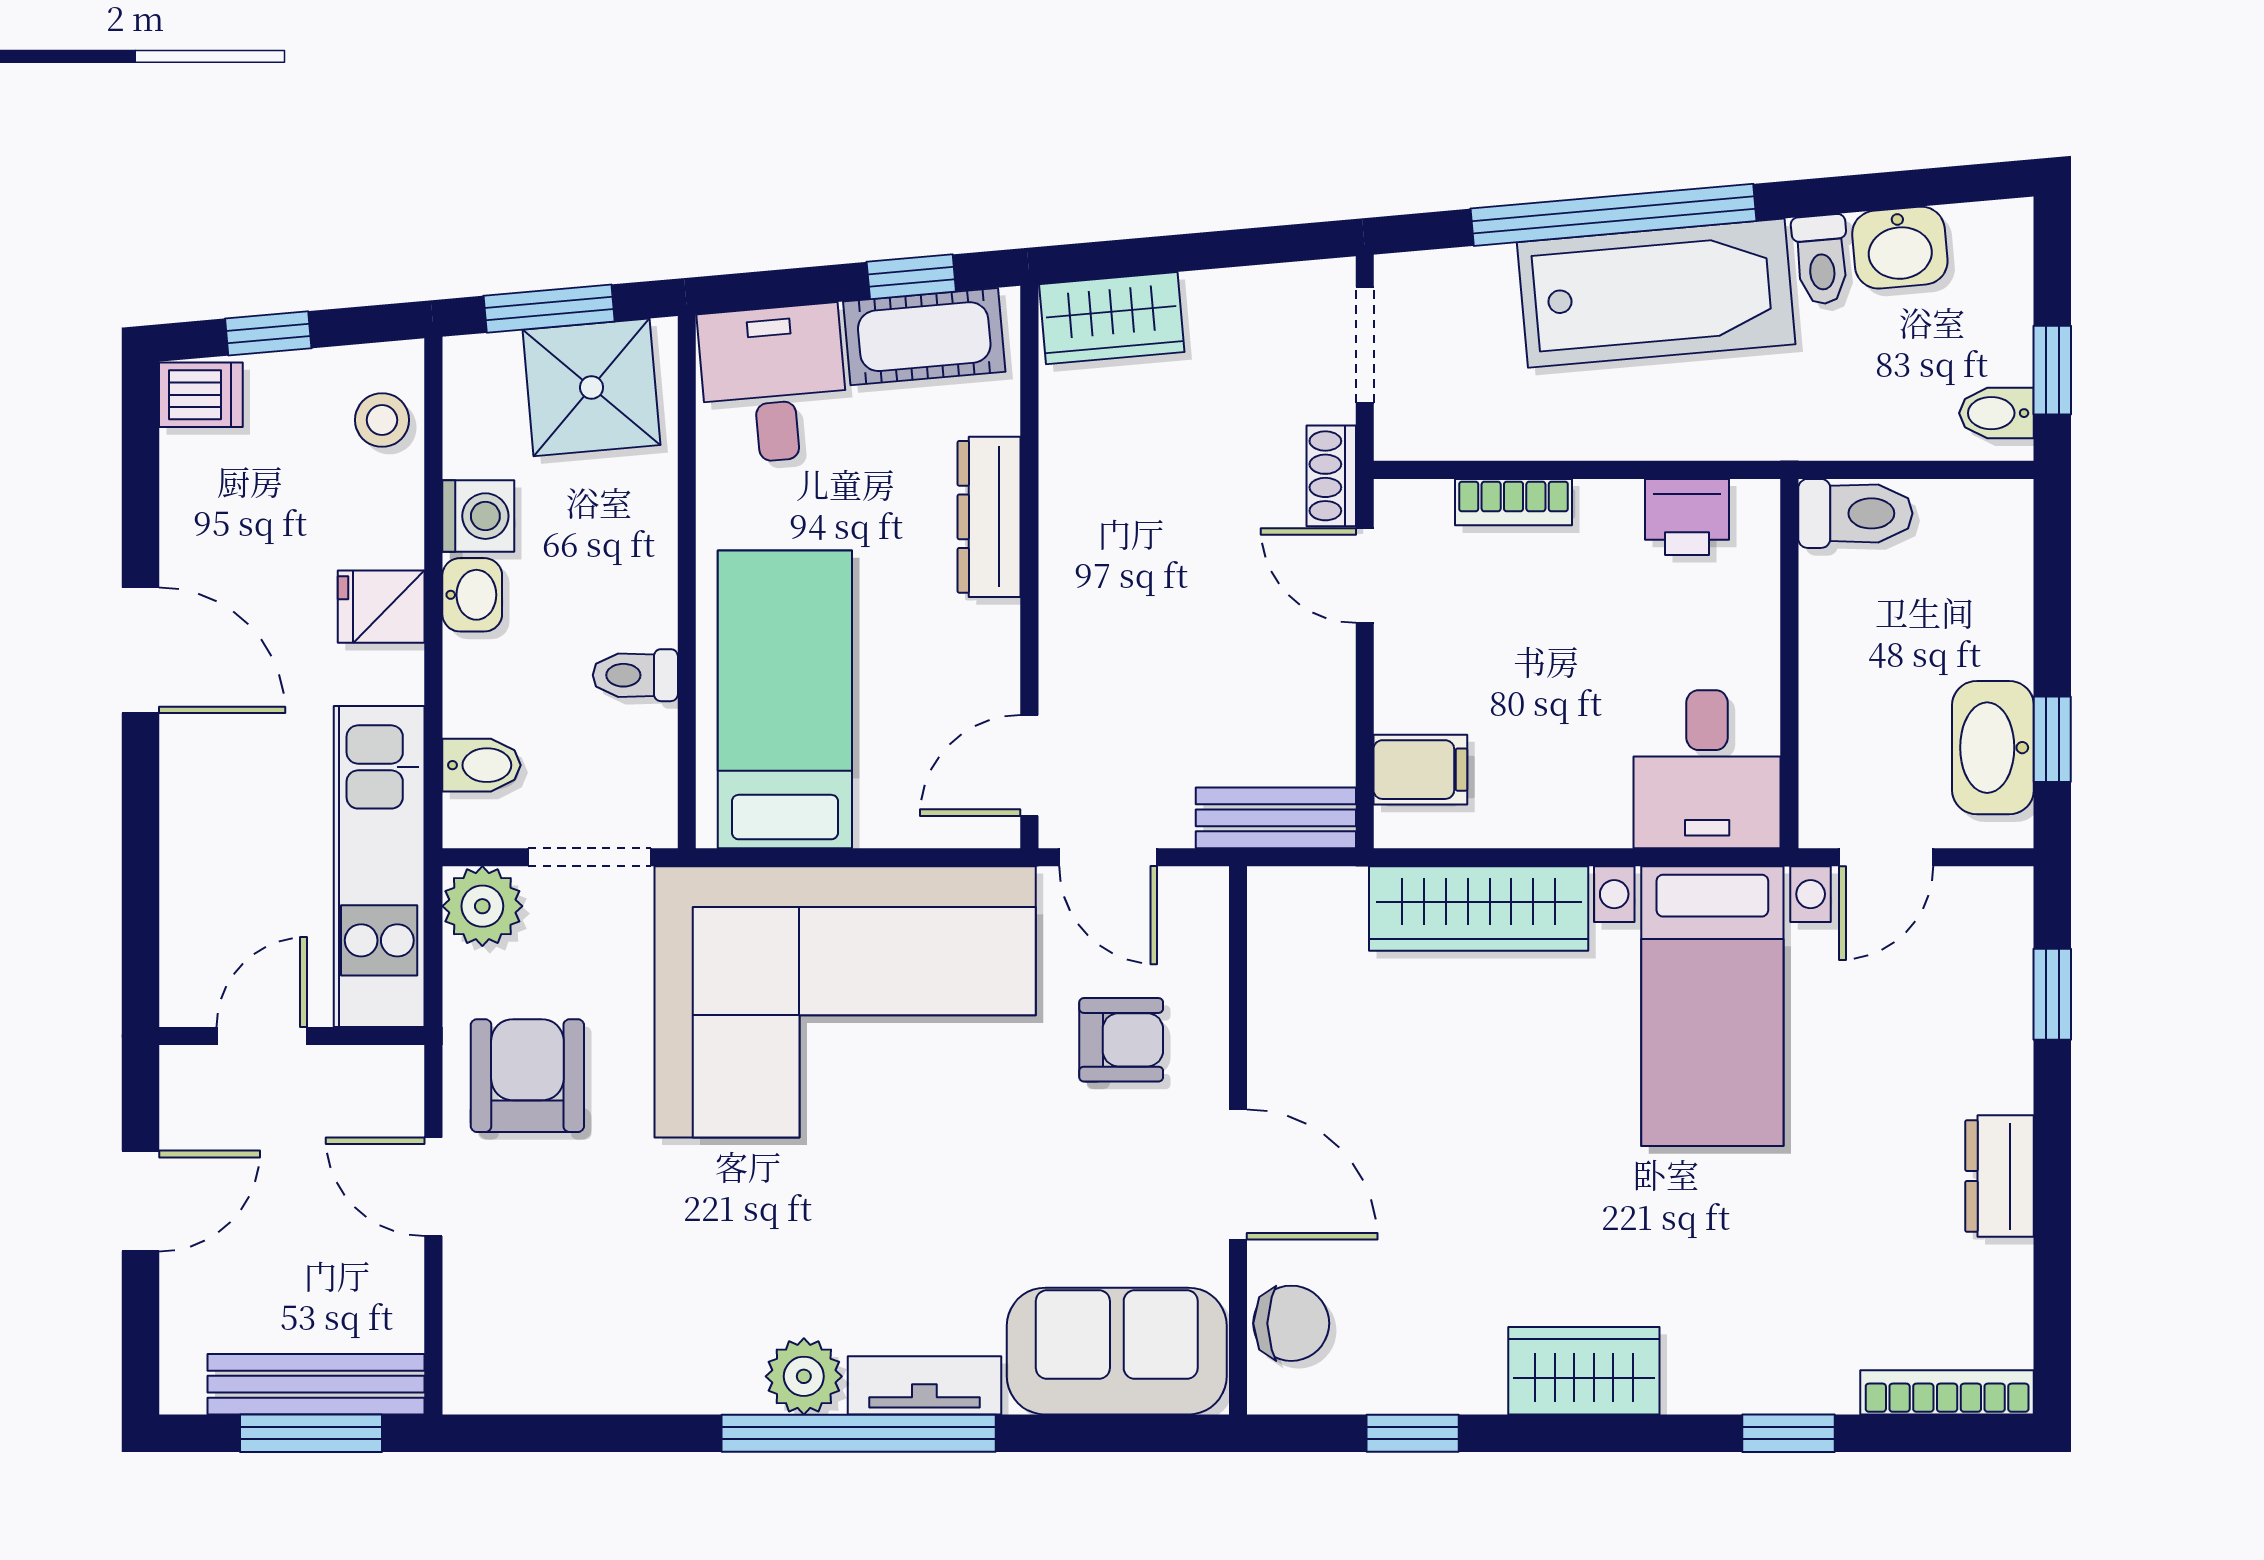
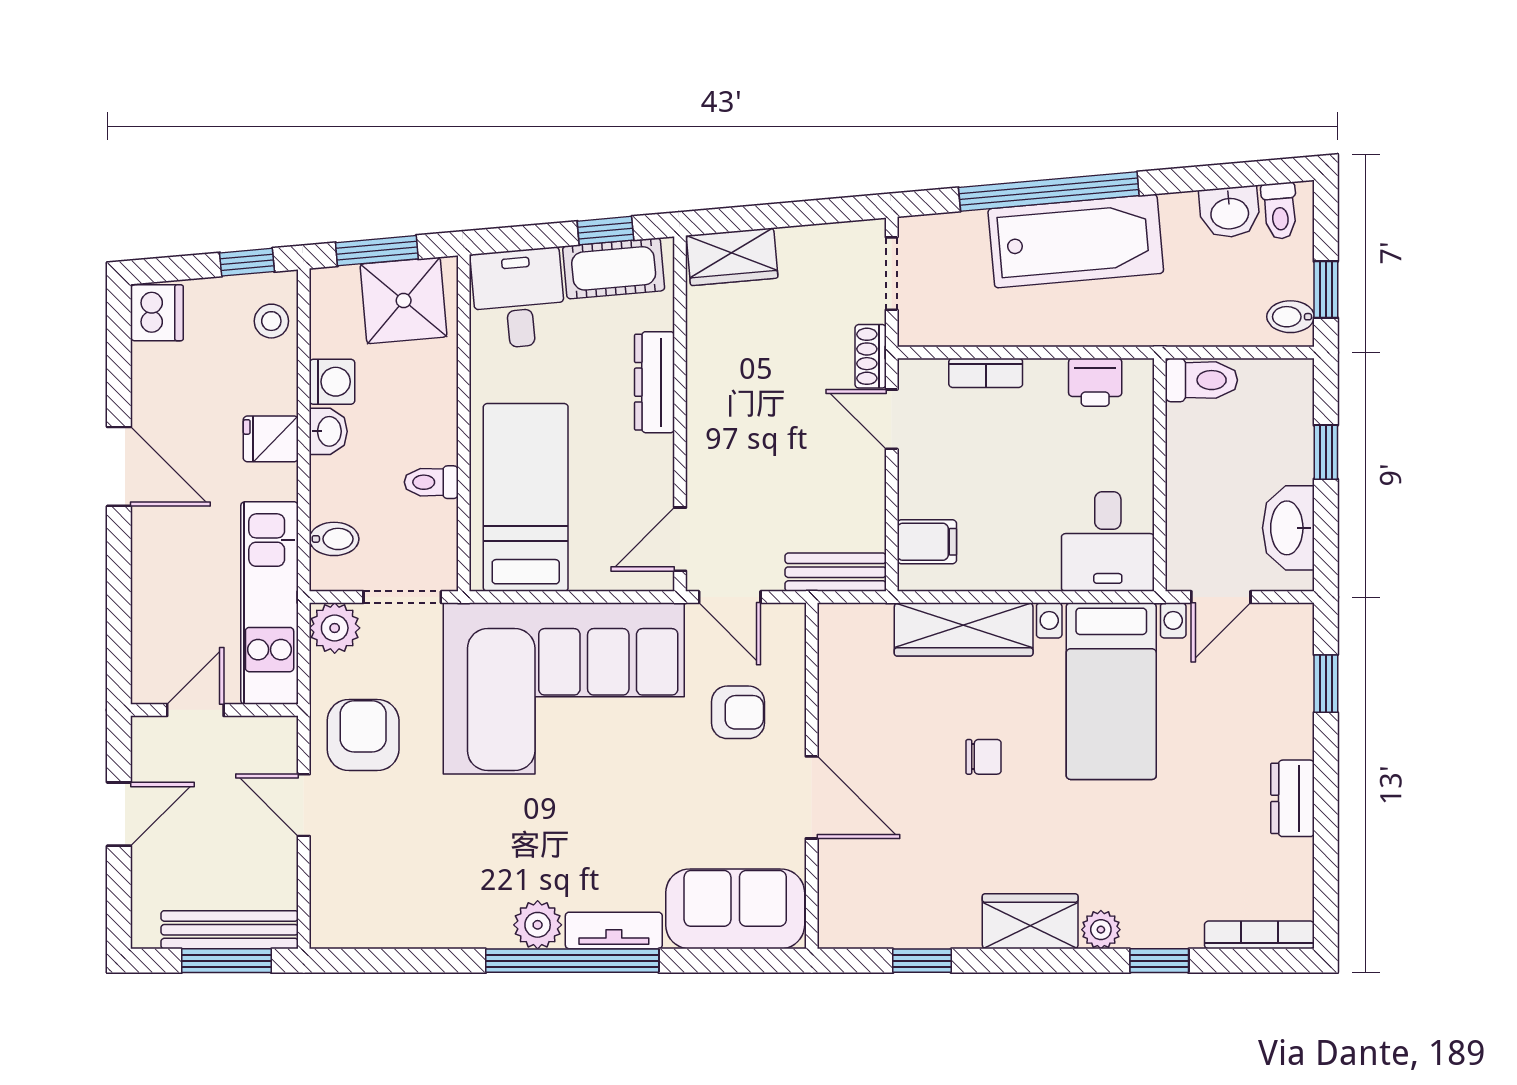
toilet: (1821, 260) -> (1280, 211), moved
window: (268, 333) -> (247, 262), moved
dishwasher: (201, 395) -> (157, 313), width x1.38
window: (2052, 739) -> (1326, 452), moved
chair: (1291, 1323) -> (984, 757), moved, width x0.73, depth x0.73
plant: (1696, 1384) -> (1101, 930), added

